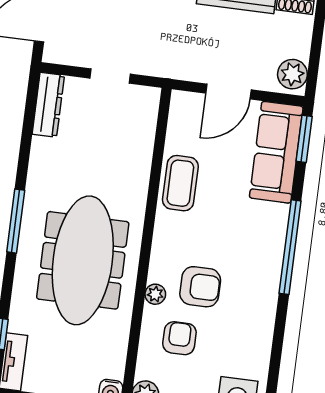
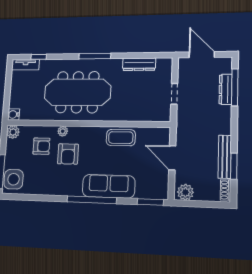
dresser: (48, 105) -> (139, 64), moved
sofa: (276, 152) -> (109, 186), moved

